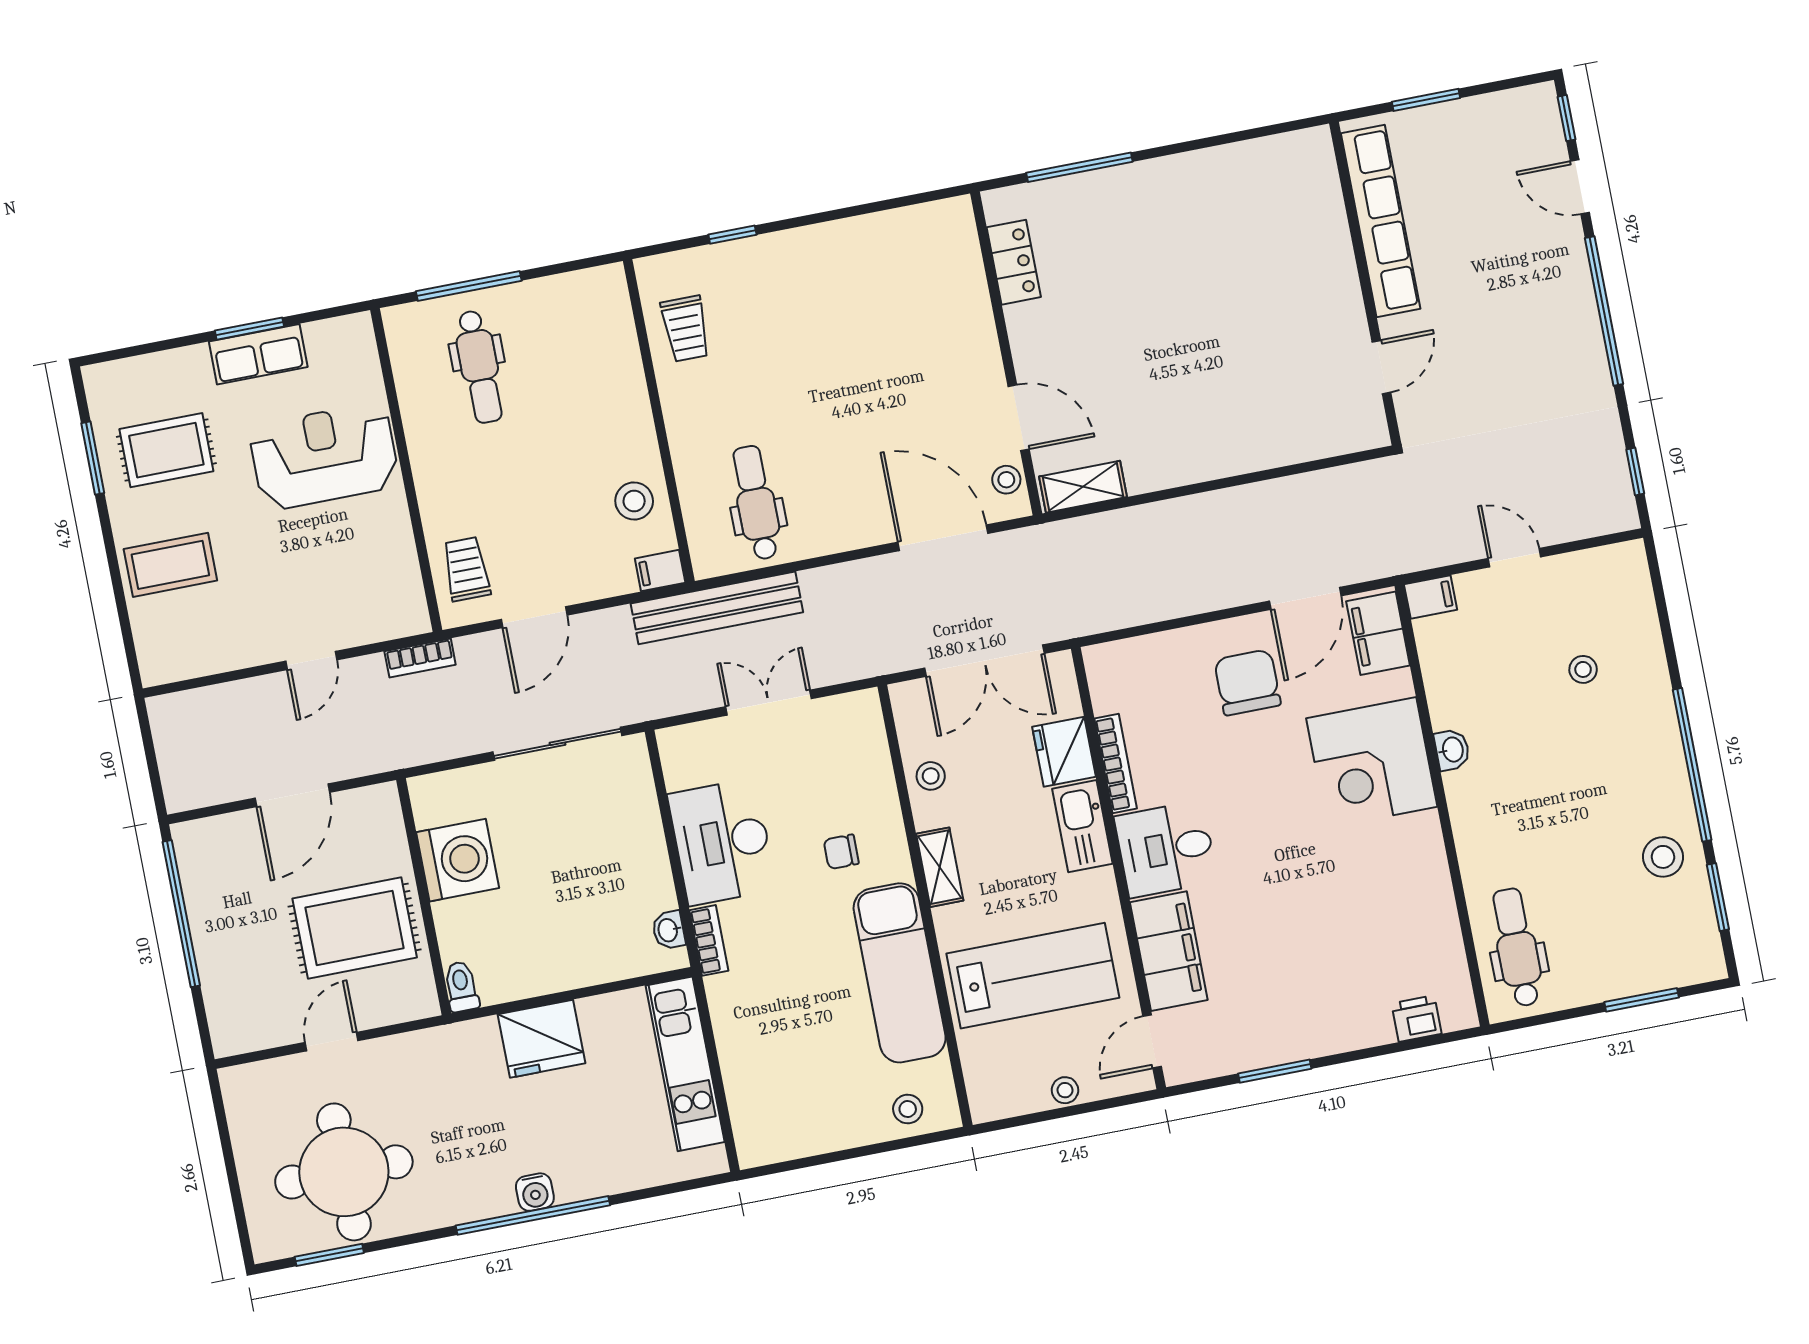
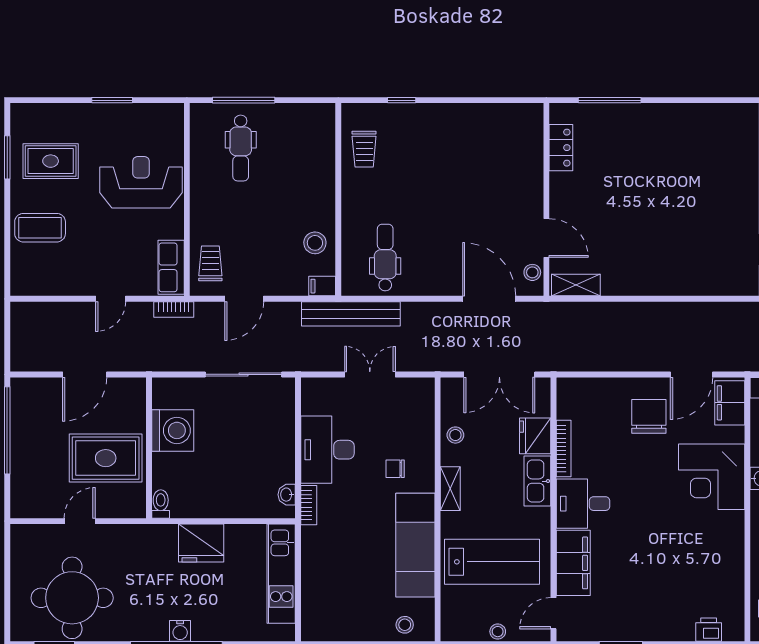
row of seats: (258, 354) -> (171, 267), moved, turned 90

